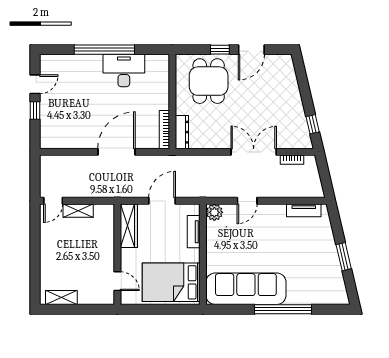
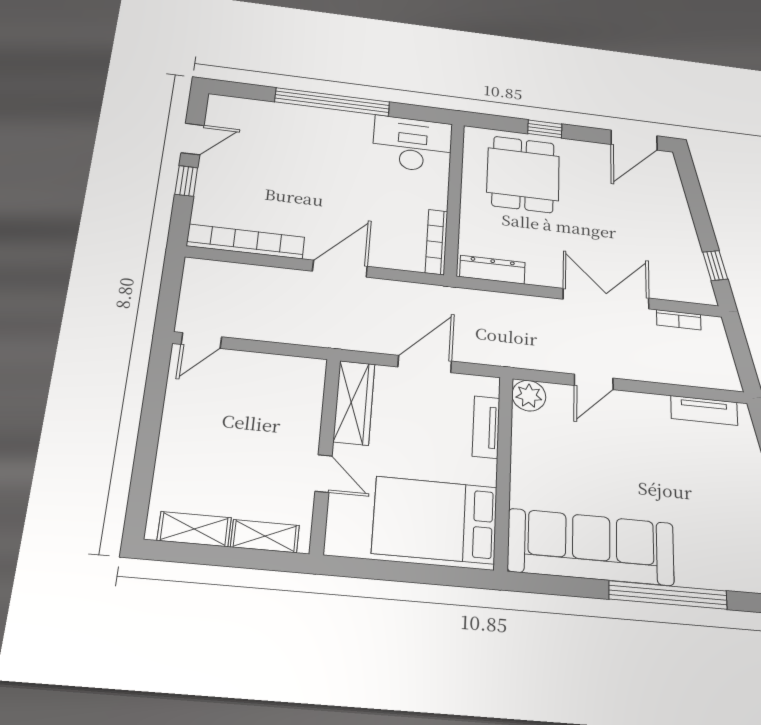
door: (251, 50) -> (634, 140), moved
desk: (124, 71) -> (412, 144), moved
dresser: (182, 132) -> (492, 270), moved, turned -90
bookcase: (68, 142) -> (246, 242), added
door: (116, 152) -> (340, 269), width x0.73
shelving: (78, 211) -> (265, 536), moved
door: (117, 281) -> (324, 474), moved

